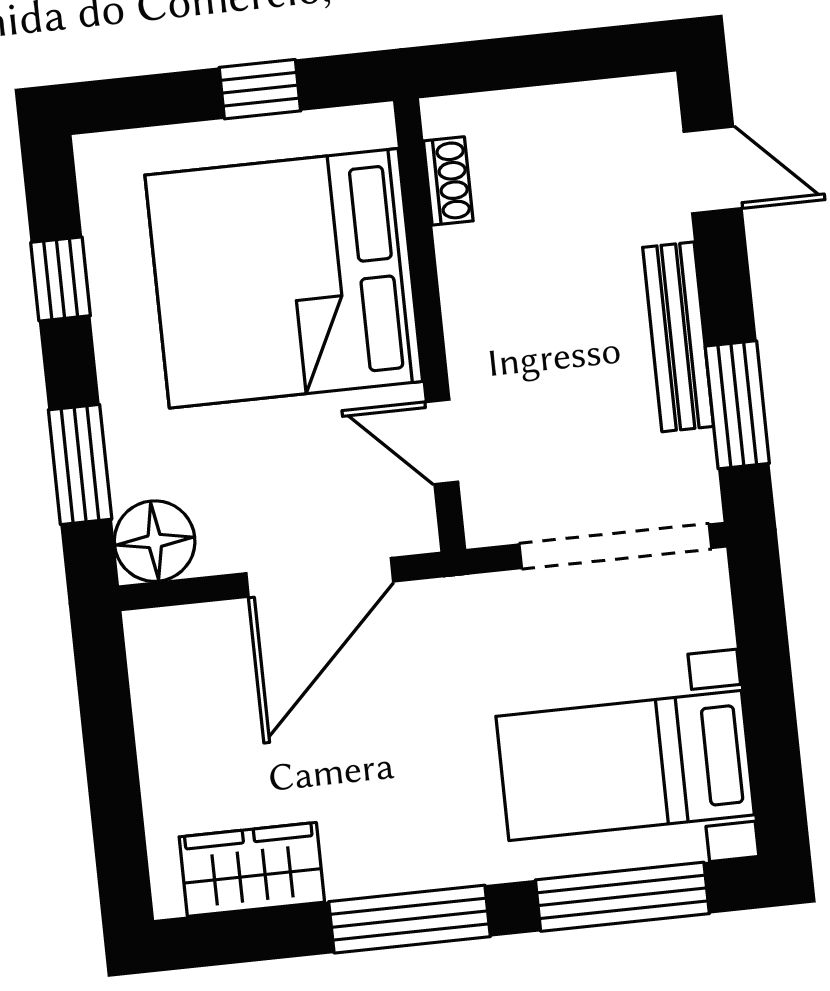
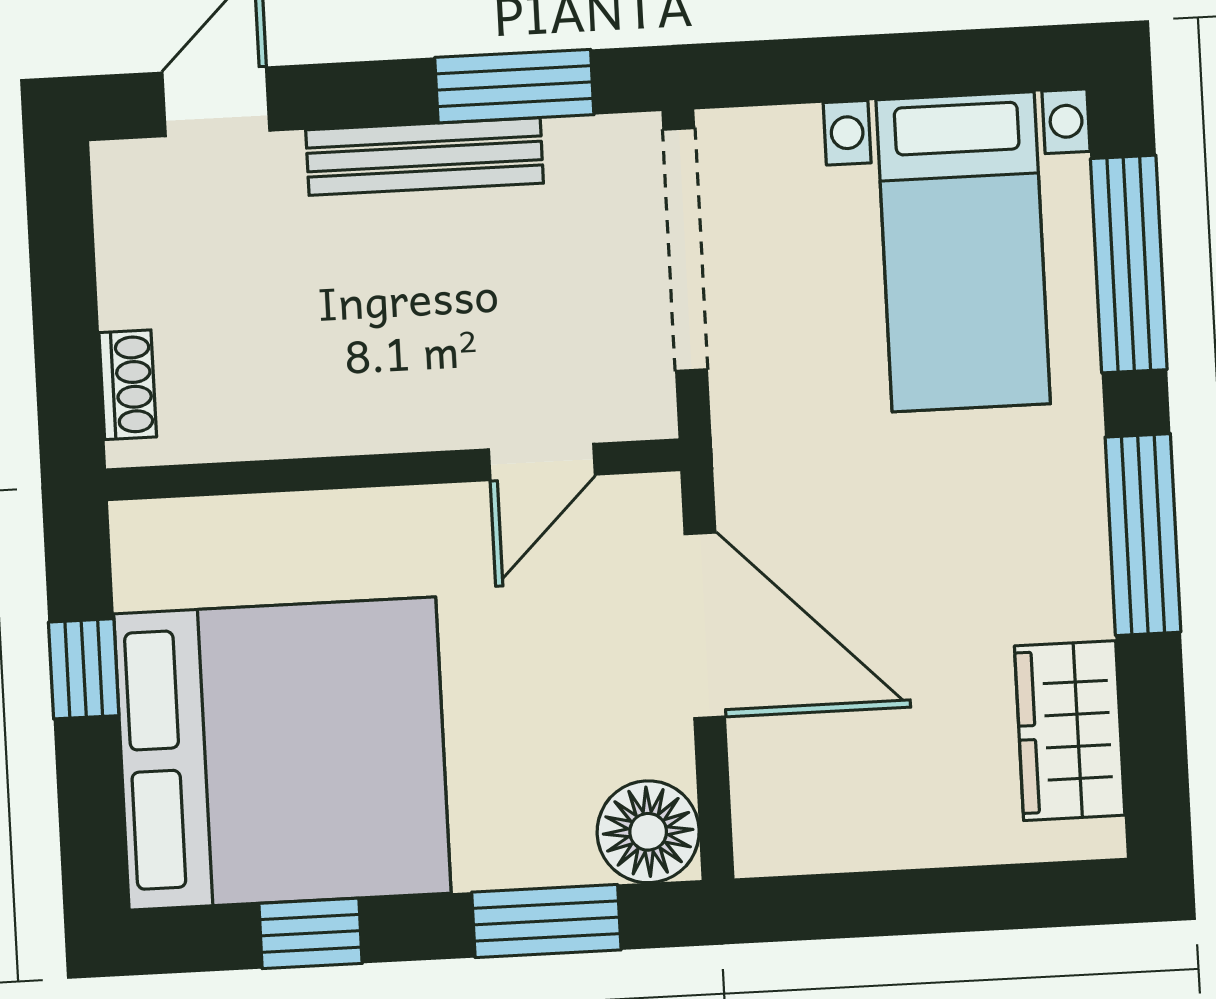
shoe rack: (448, 181) -> (128, 385), moved, turned 90
bed: (284, 278) -> (282, 754), moved, turned -90

